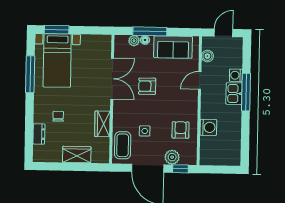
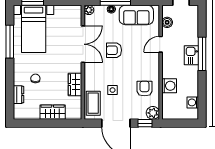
plant: (134, 41) -> (89, 10), moved
washing machine: (236, 75) -> (193, 102), moved
plant: (172, 157) -> (153, 113), moved

